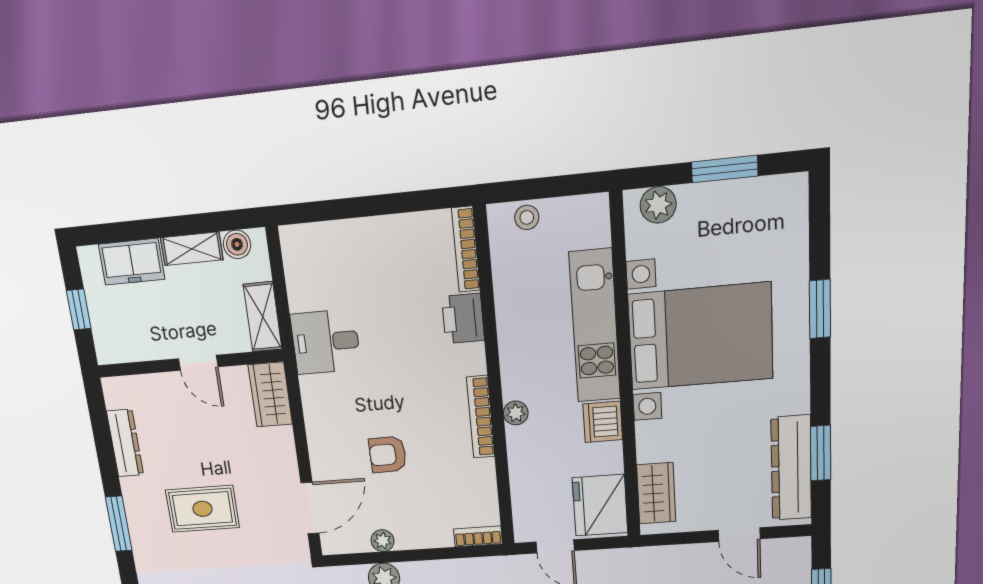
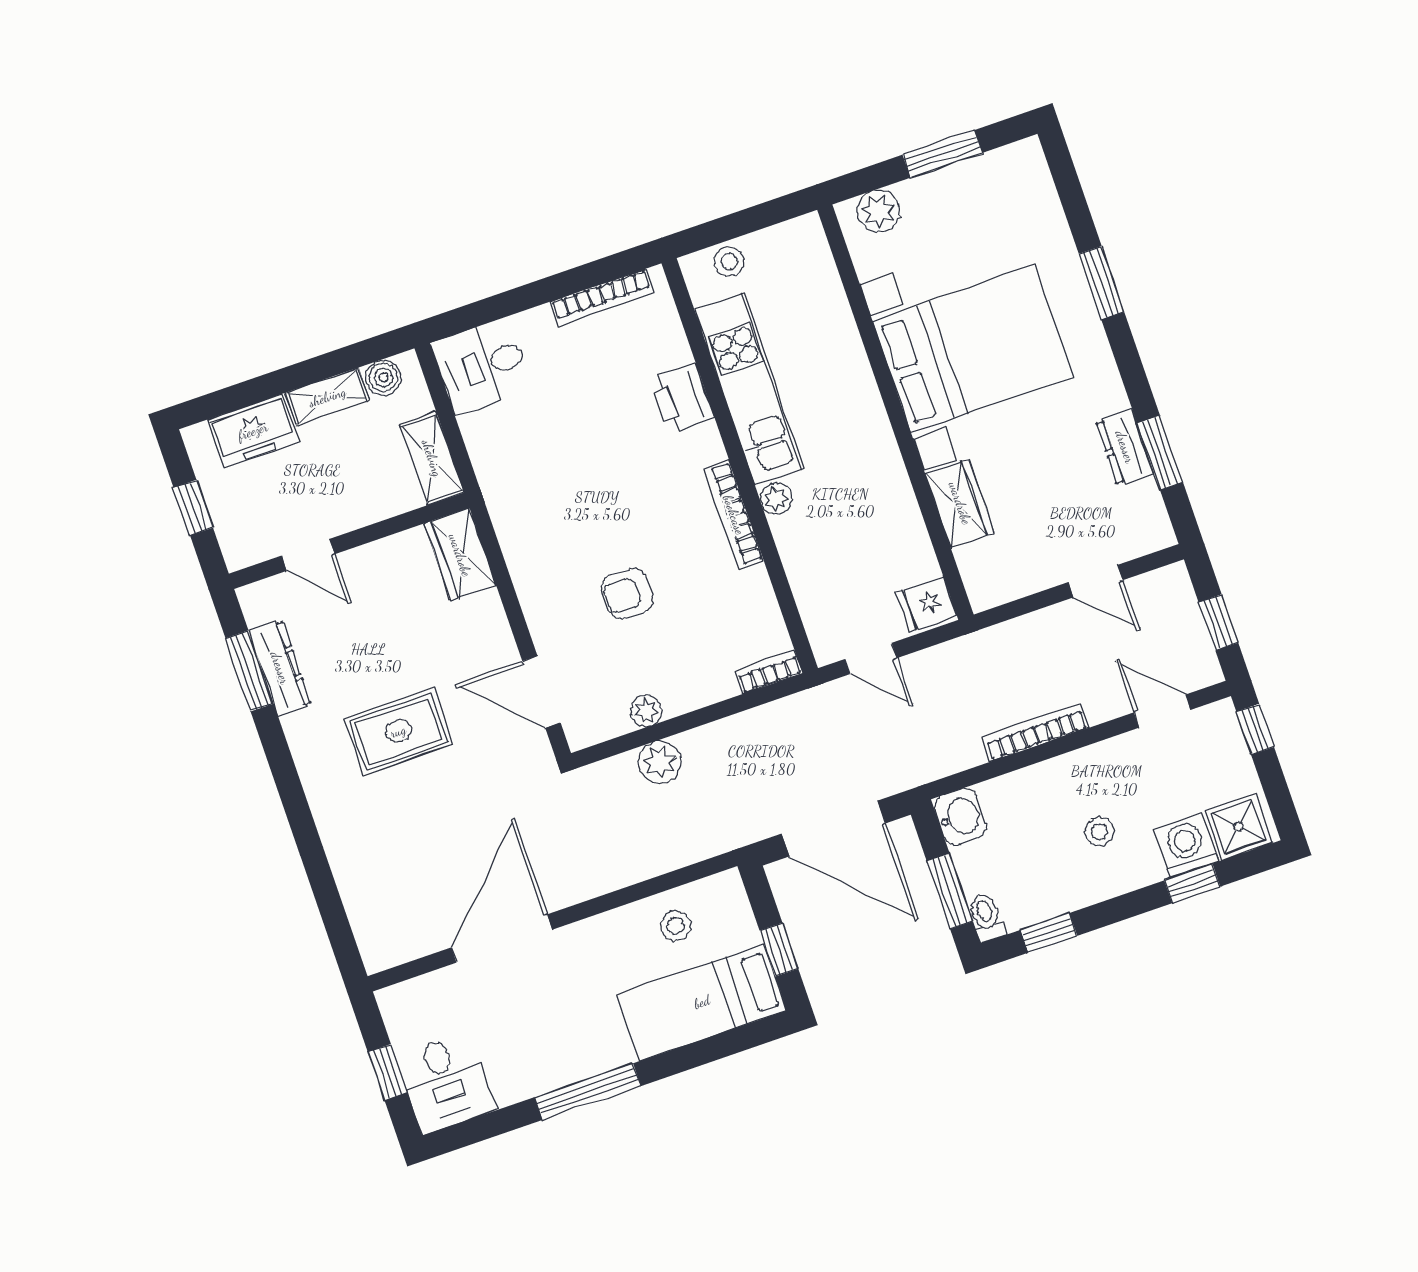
bookcase: (466, 249) -> (602, 298), moved, turned -90
kitchen unit: (595, 326) -> (750, 389), moved, turned 180
desk: (326, 342) -> (482, 366), moved
door: (198, 363) -> (308, 555), moved
dishwasher: (603, 422) -> (886, 482), removed
dresser: (791, 468) -> (1125, 447), width x0.51, depth x0.80
wardrobe: (656, 493) -> (960, 503), moved
fridge: (600, 505) -> (926, 604), width x0.53, depth x0.75
door: (310, 508) -> (541, 692), swing flipped
window: (119, 524) -> (250, 671), moved

